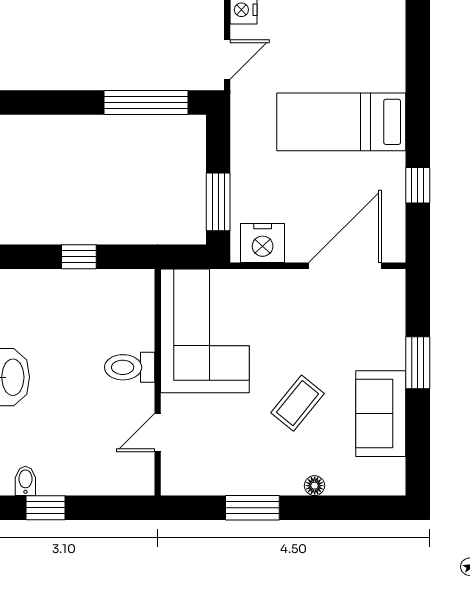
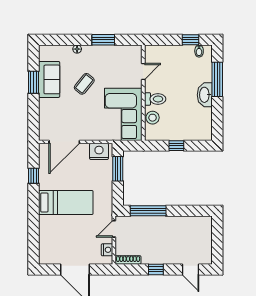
stool: (136, 323) -> (153, 118), added
window: (418, 363) -> (34, 82), moved

